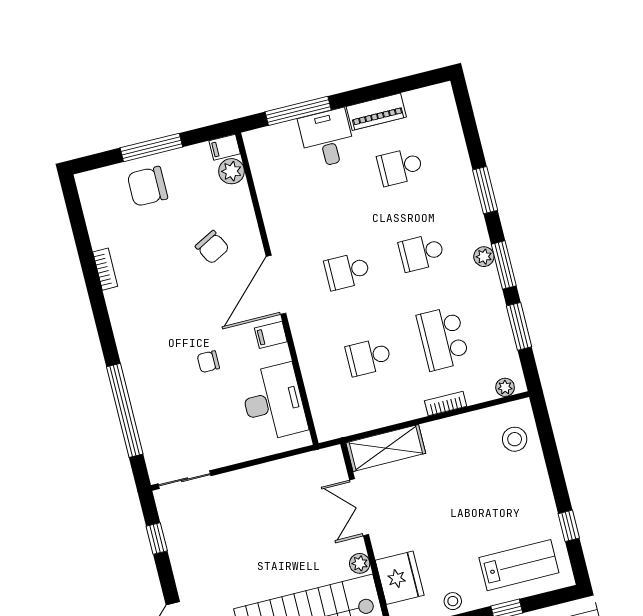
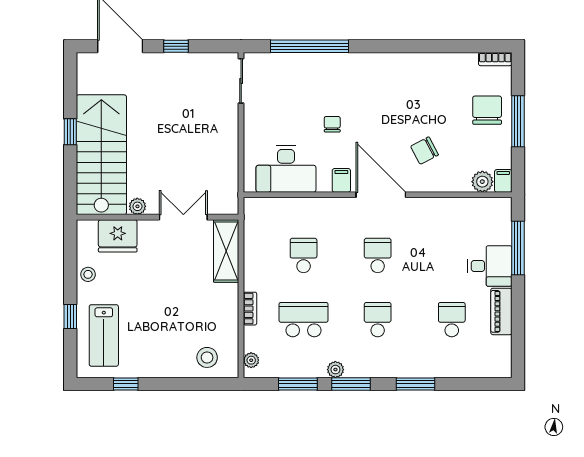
plant: (484, 257) -> (335, 370), moved
bookcase: (105, 269) -> (495, 59), moved
window: (157, 538) -> (176, 46), moved

